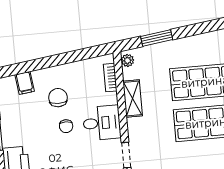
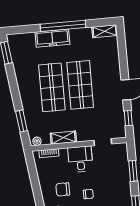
chair: (66, 126) -> (88, 194), moved

